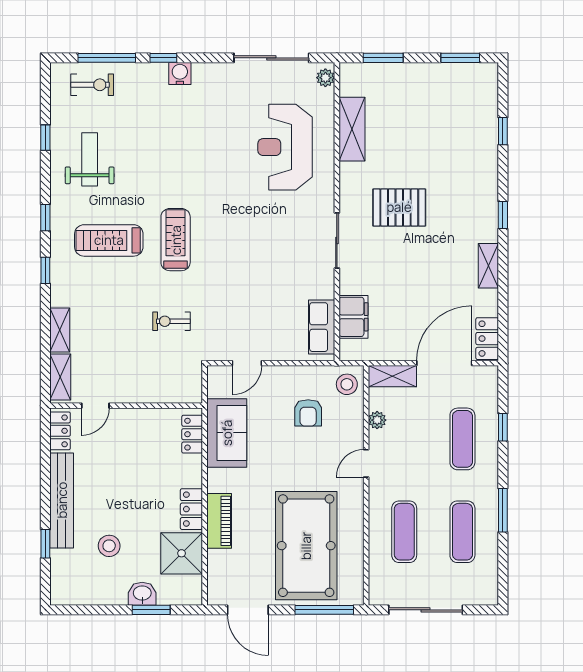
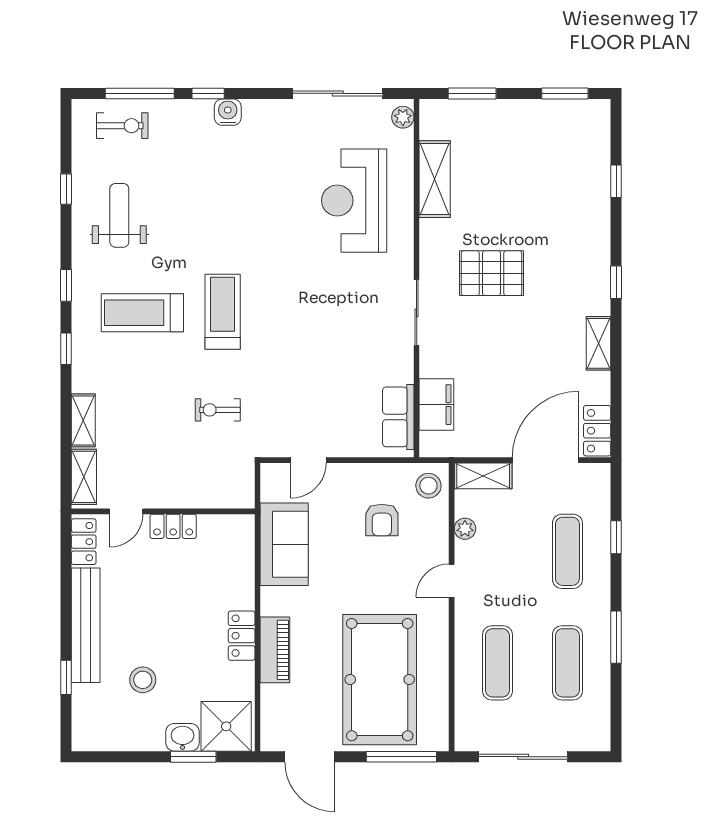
locker: (192, 434) -> (173, 526), moved, turned -90
shower: (182, 553) -> (226, 726), moved

